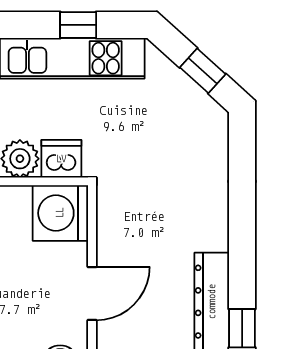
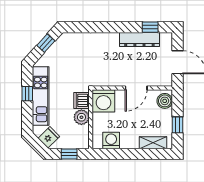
door: (92, 293) -> (136, 88), swing flipped

